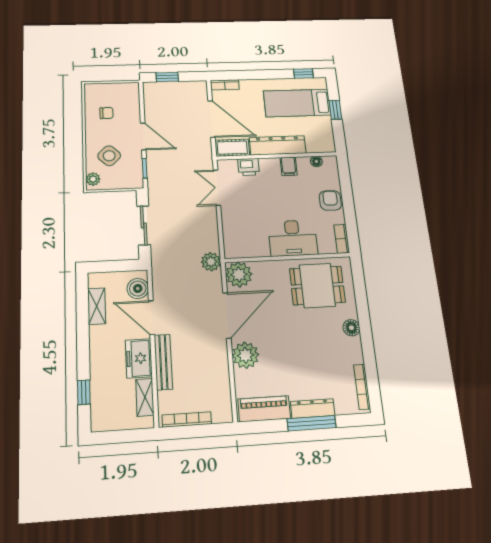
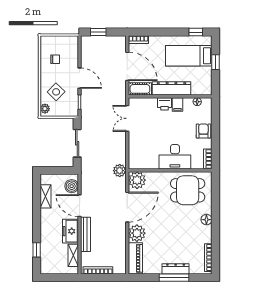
printer: (249, 167) -> (164, 104), moved
piano: (264, 409) -> (135, 258), moved, turned 90

